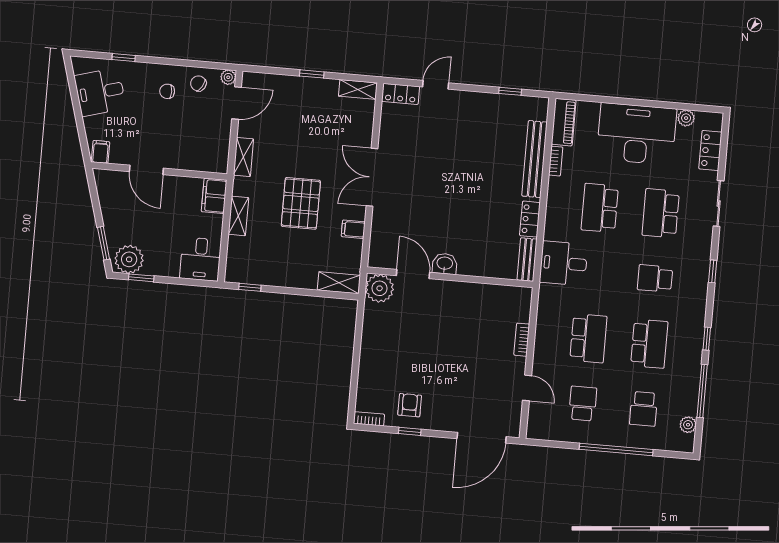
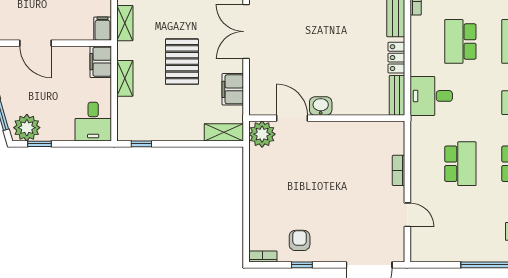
filing cabinet: (219, 161) -> (103, 29), added
filing cabinet: (353, 229) -> (233, 89), width x2.00
school desk: (583, 404) -> (460, 225), removed

